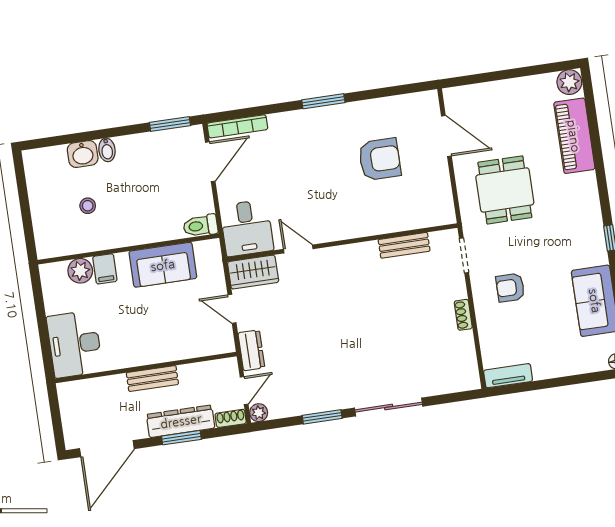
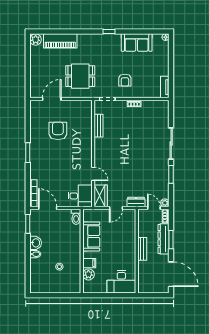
washbasin: (83, 154) -> (36, 243), moved
door: (298, 249) -> (93, 174), swing flipped

